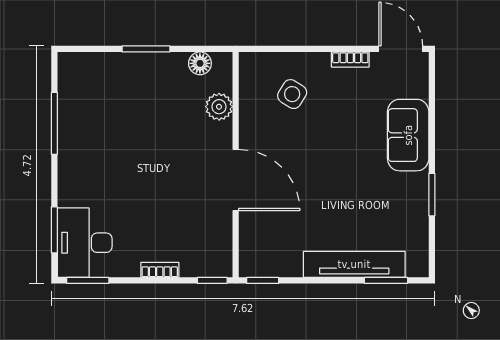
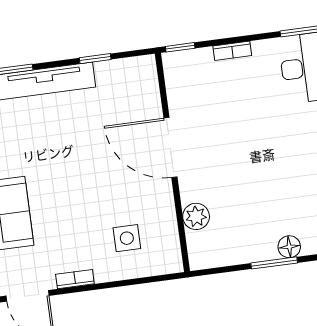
floor lamp: (200, 63) -> (289, 247), moved
side table: (292, 94) -> (127, 238), turned -32
window: (263, 280) -> (95, 59), moved

